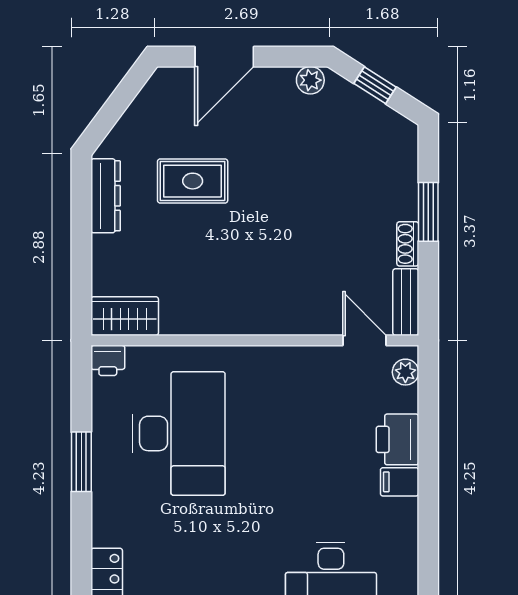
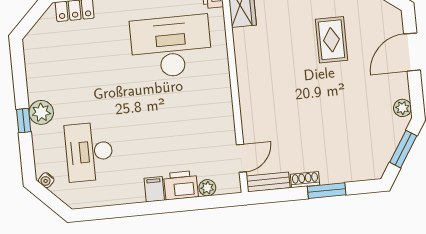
door: (224, 57) -> (412, 52), hinge flipped
window: (375, 85) -> (403, 149), width x1.50
plant: (405, 372) -> (207, 188), moved
desk: (179, 433) -> (171, 47), turned 180

